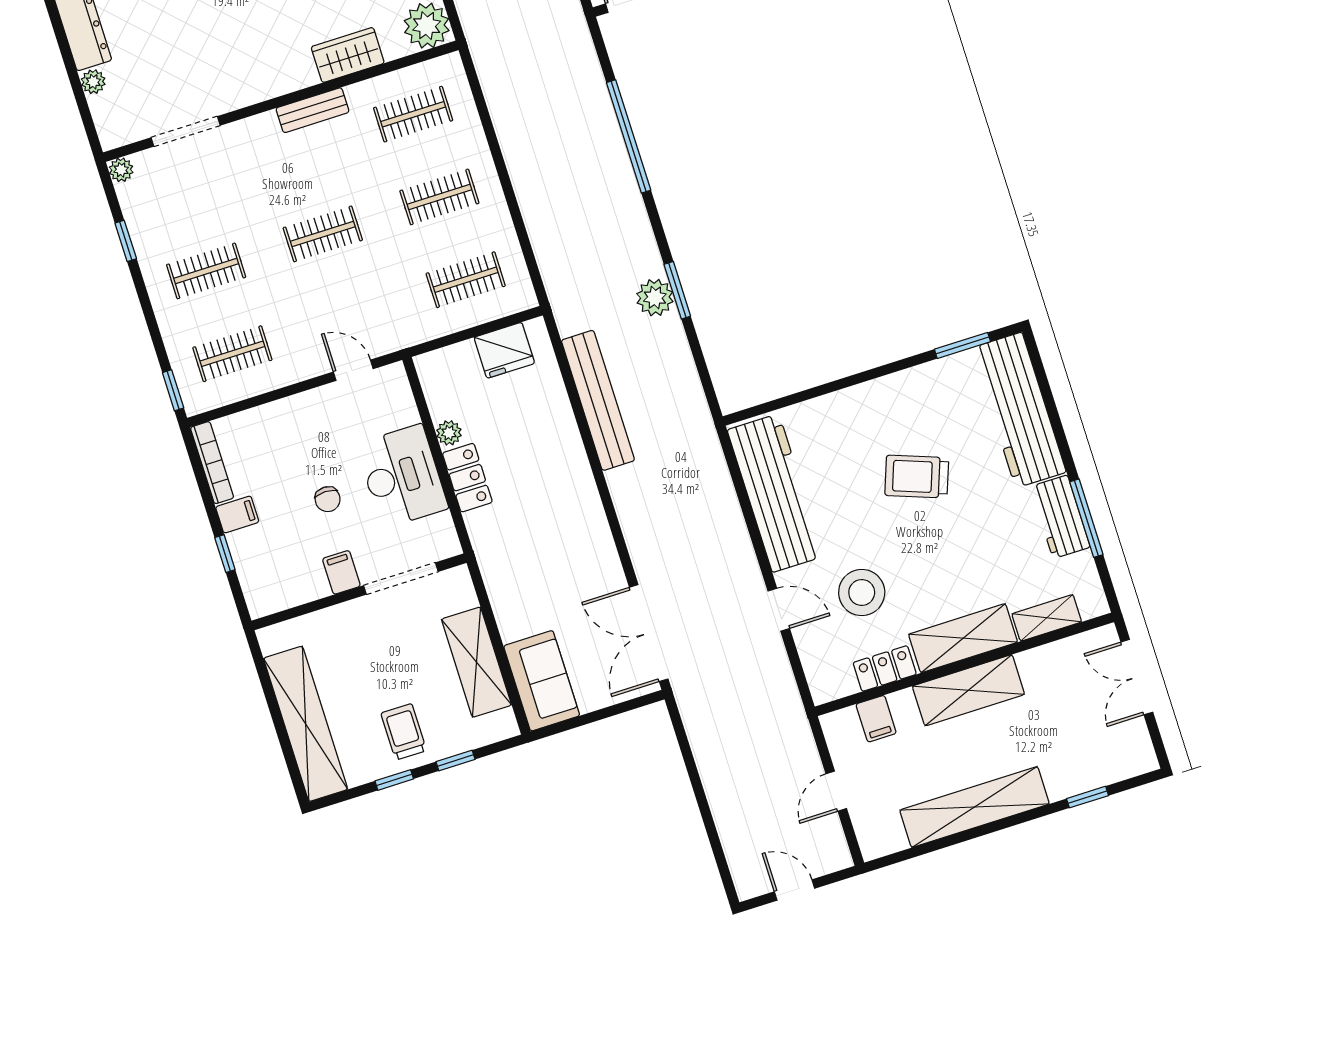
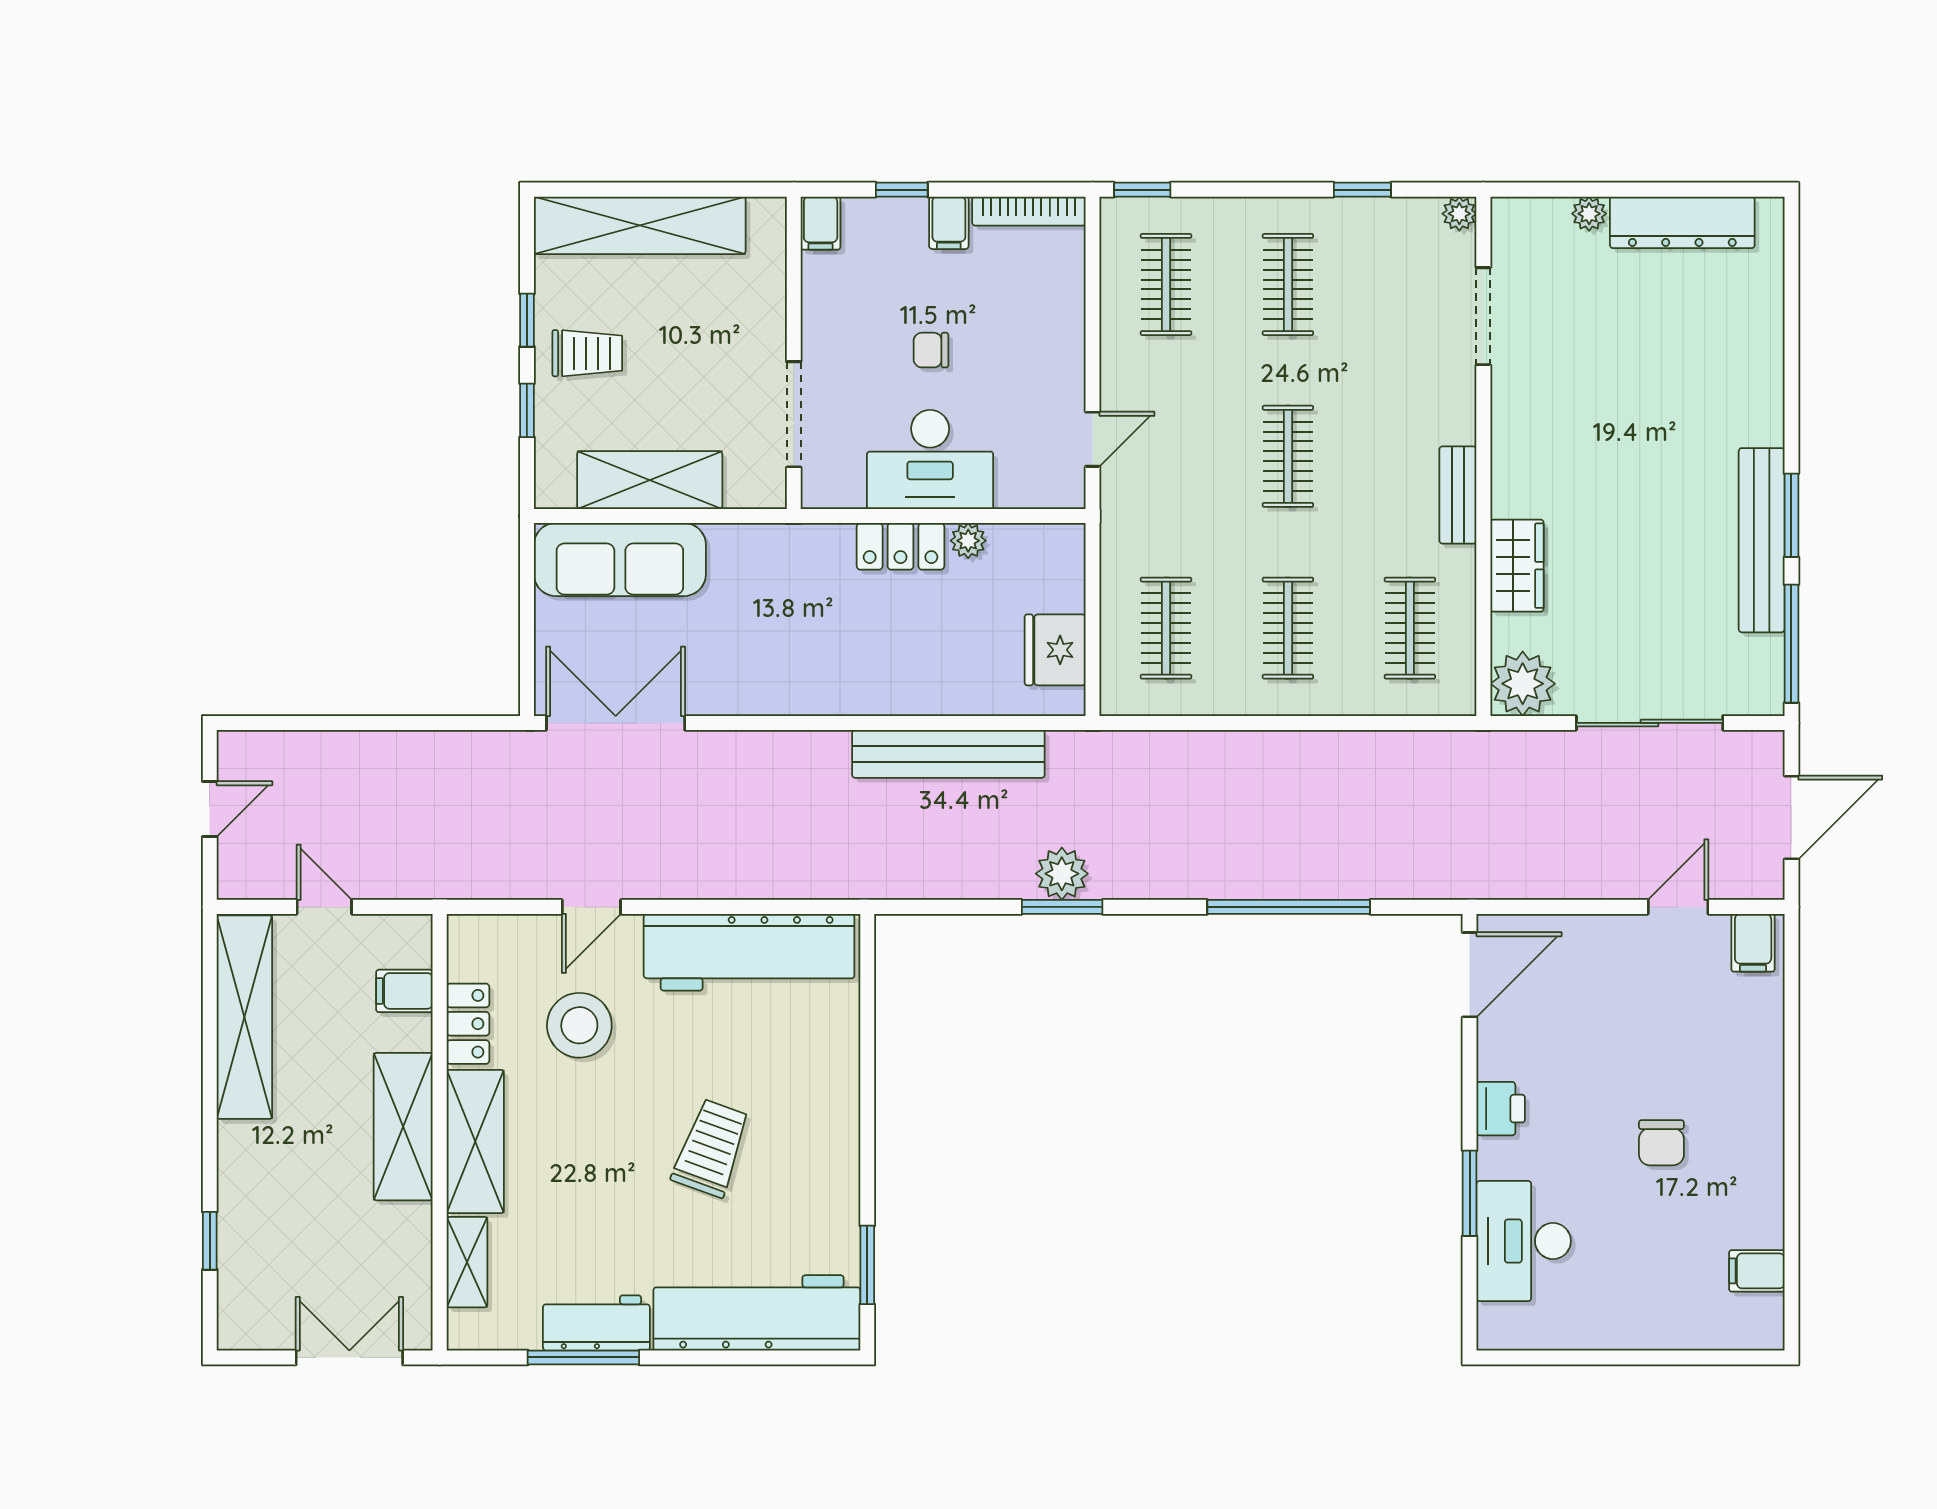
filing cabinet: (341, 572) -> (821, 223), moved, turned 90
sofa: (542, 681) -> (620, 560), width x1.36
shelving: (975, 807) -> (244, 1017), moved

